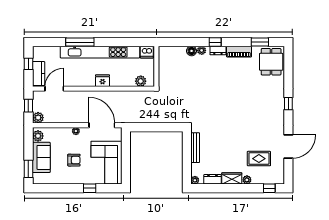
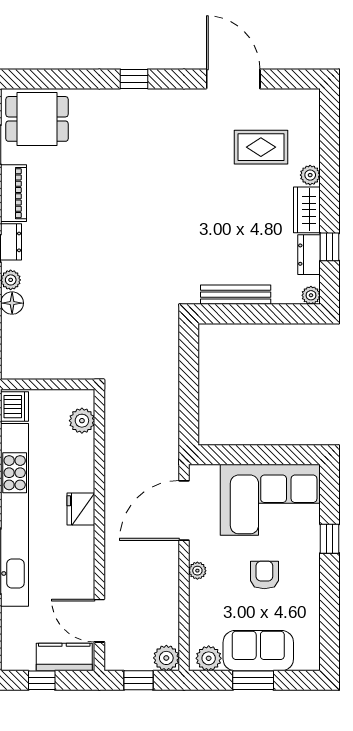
rug: (259, 159) -> (261, 147), turned 90
window: (28, 169) -> (253, 680), moved
window: (269, 188) -> (330, 247), moved

